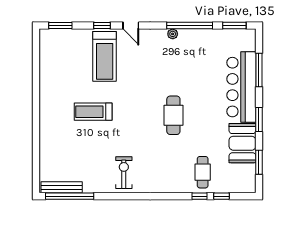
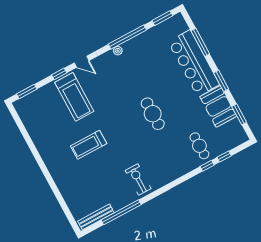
window: (70, 196) -> (121, 212), moved

